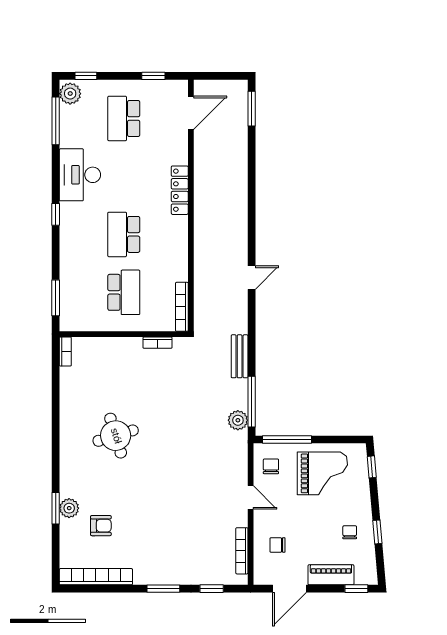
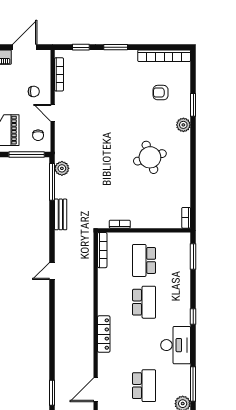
plant: (69, 508) -> (183, 125), moved
chair: (278, 545) -> (34, 91), moved

